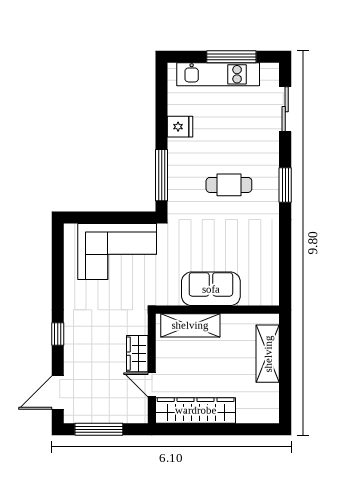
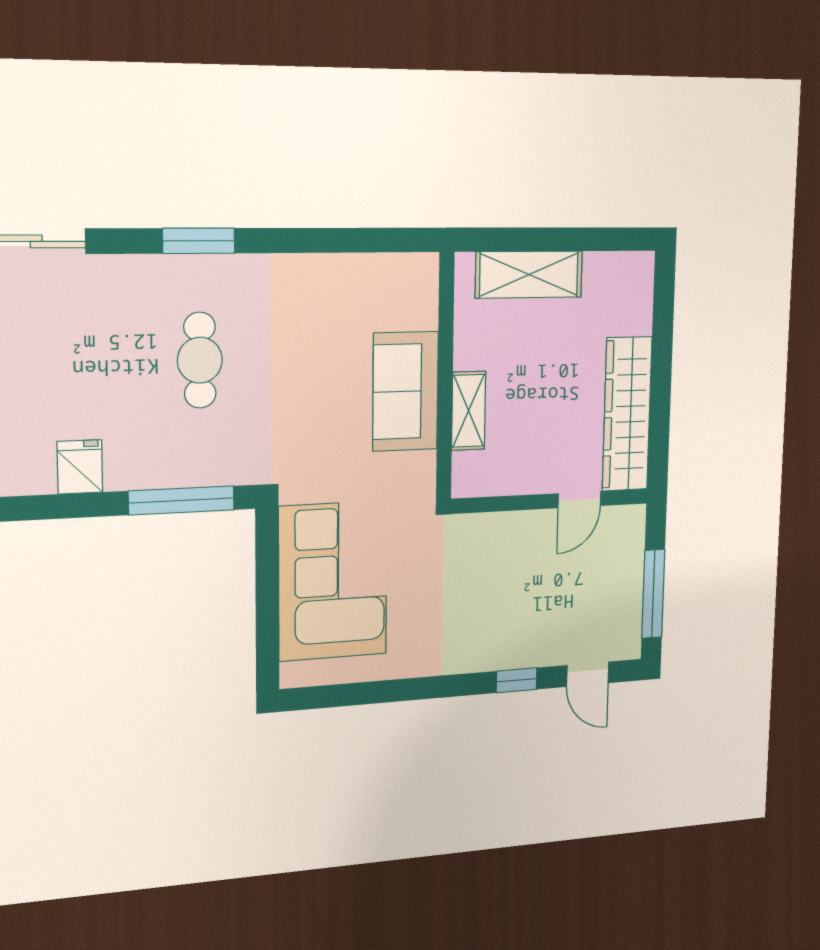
shelving: (190, 325) -> (469, 411), width x0.67, depth x0.75
window: (58, 334) -> (517, 680), moved
wardrobe: (137, 354) -> (523, 530), removed
door: (58, 392) -> (588, 674), width x0.73

